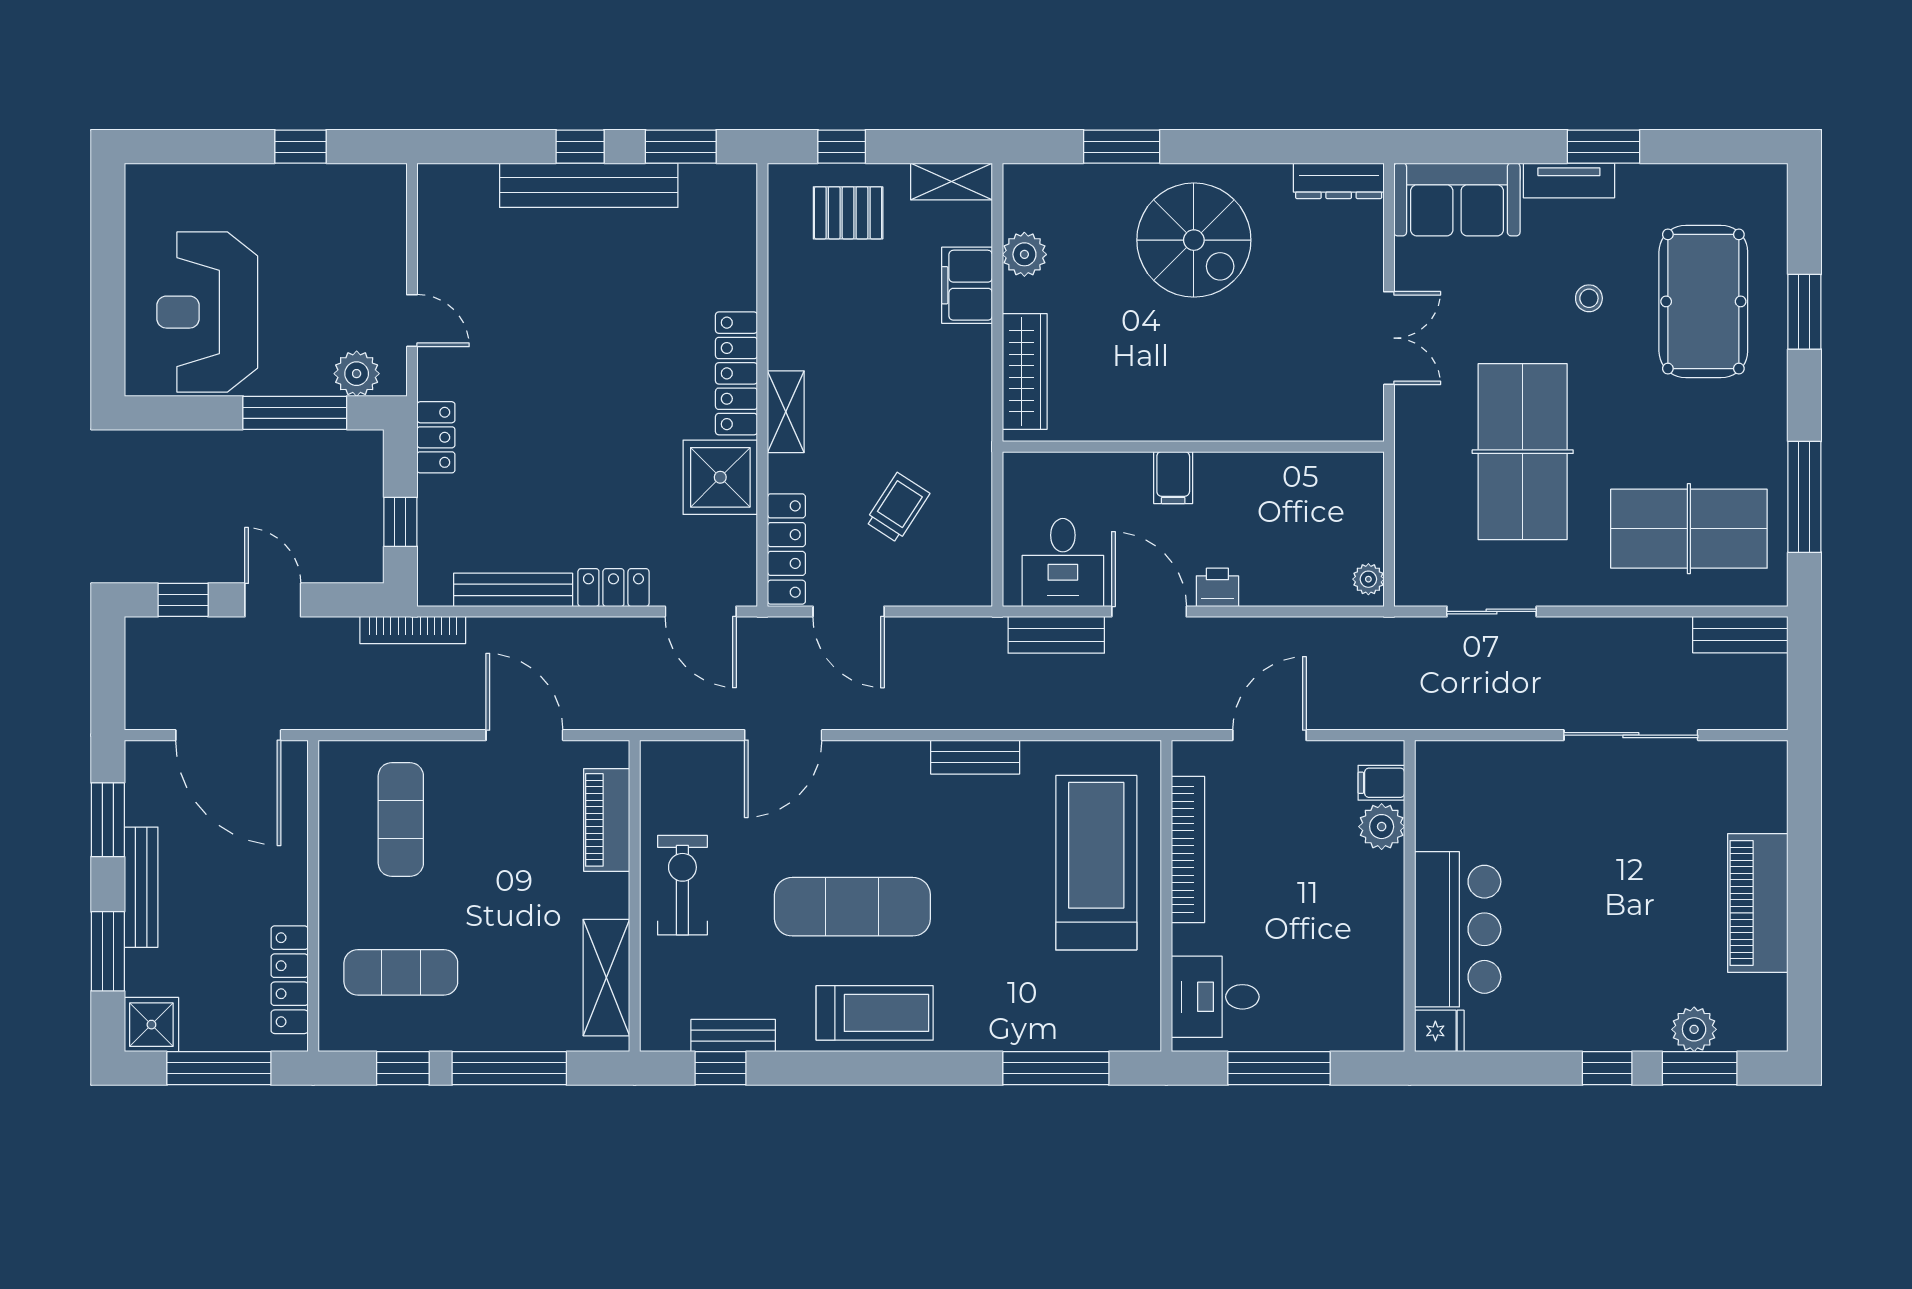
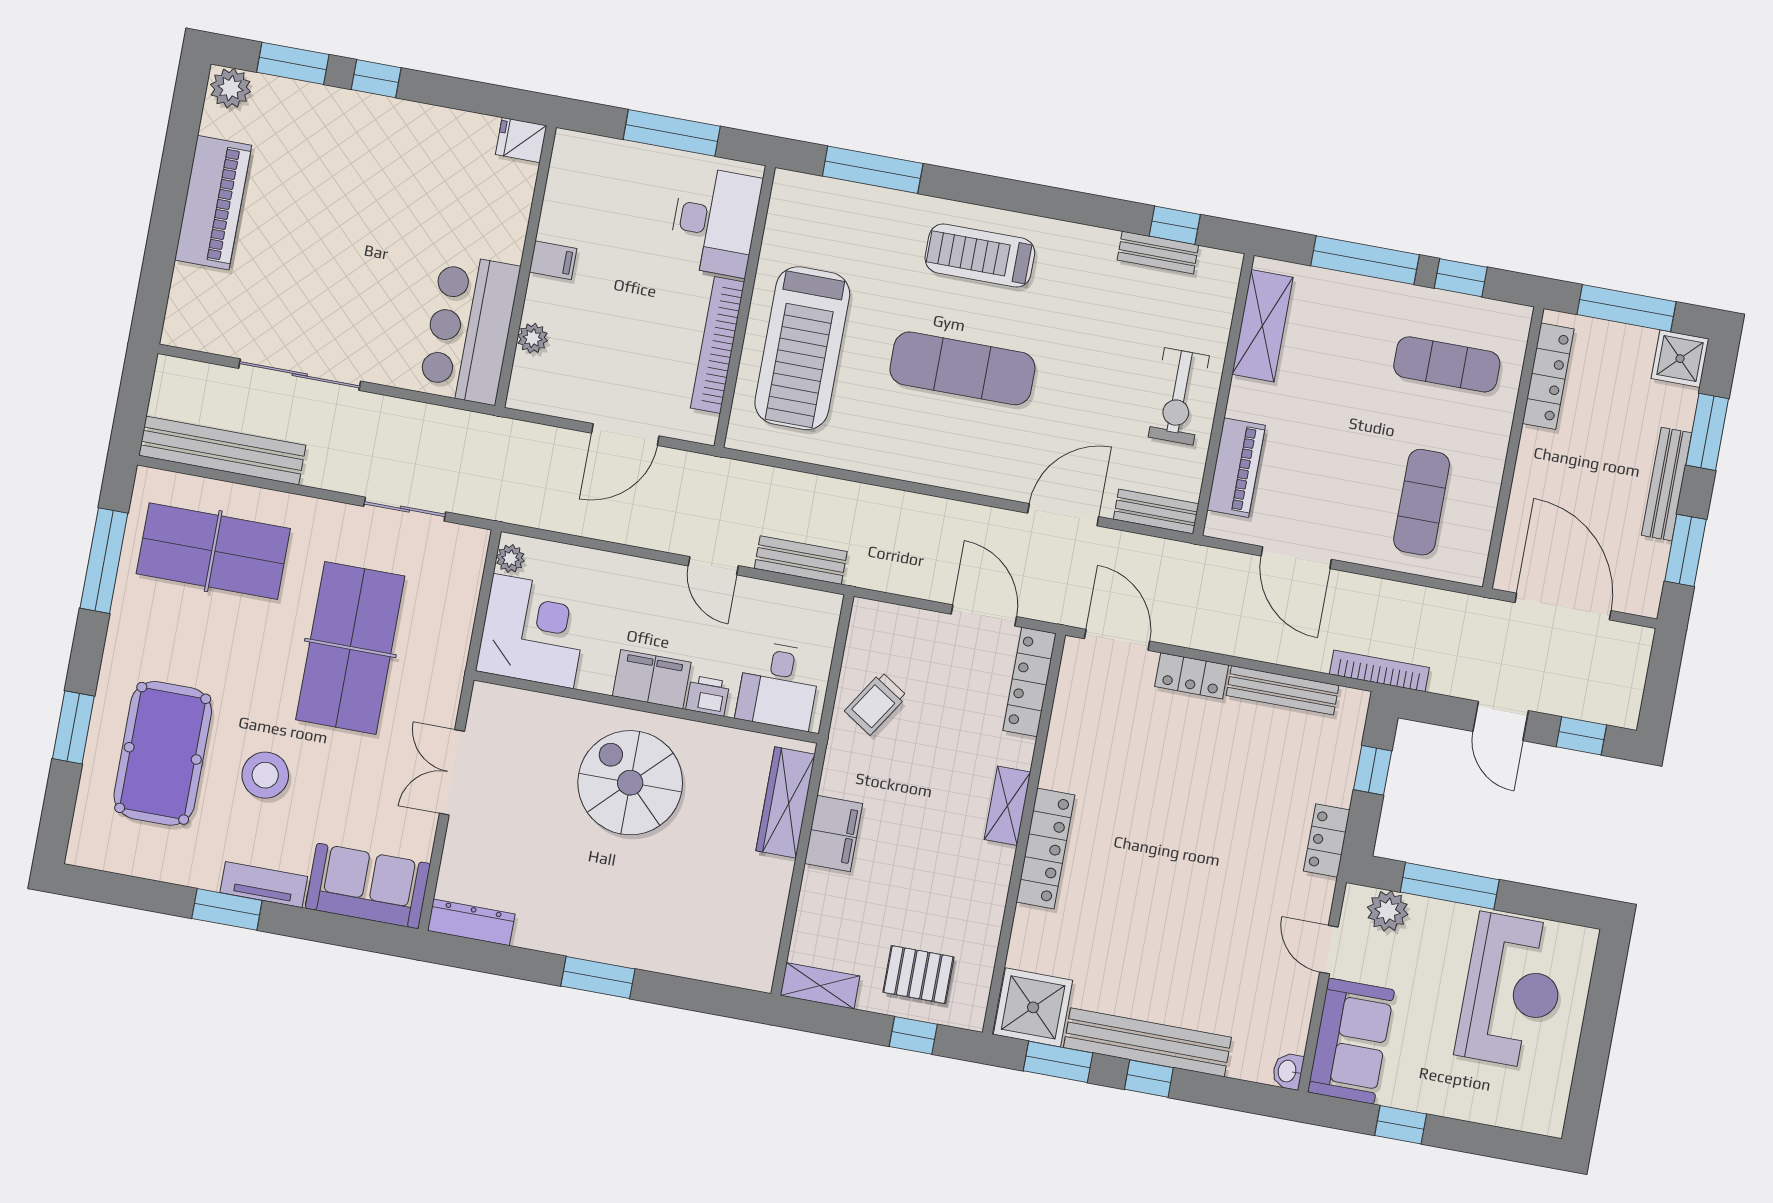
window: (1122, 147) -> (598, 977), moved
washbasin: (432, 182) -> (1288, 1071), added
sofa: (370, 227) -> (1351, 1041), added
spiral stairs: (1194, 240) -> (630, 783), moved
plant: (1024, 254) -> (766, 908), removed
filing cabinet: (967, 285) -> (834, 834), moved
stool: (1589, 298) -> (265, 775), width x1.89, depth x1.89
shower: (720, 477) -> (1033, 1007), moved
filing cabinet: (1173, 478) -> (652, 679), width x2.00
corner desk: (1330, 506) -> (533, 631), added
trolley: (898, 508) -> (876, 703), moved
desk: (1063, 563) -> (779, 686), moved, turned 180
printer: (1217, 587) -> (708, 696), moved, turned 180
door: (1149, 611) -> (713, 566), width x0.73
bench: (1740, 635) -> (222, 450), width x1.86, depth x1.21
bench: (975, 757) -> (1156, 512), moved
filing cabinet: (1381, 783) -> (553, 260), moved
plant: (1382, 827) -> (533, 338), width x0.73, depth x0.73
exercise mat: (852, 907) -> (962, 368), moved
bar counter: (1458, 929) -> (469, 329), moved
desk: (1215, 997) -> (715, 221), width x1.37
treadmill: (875, 1013) -> (980, 256), moved
plant: (1694, 1029) -> (231, 88), moved

